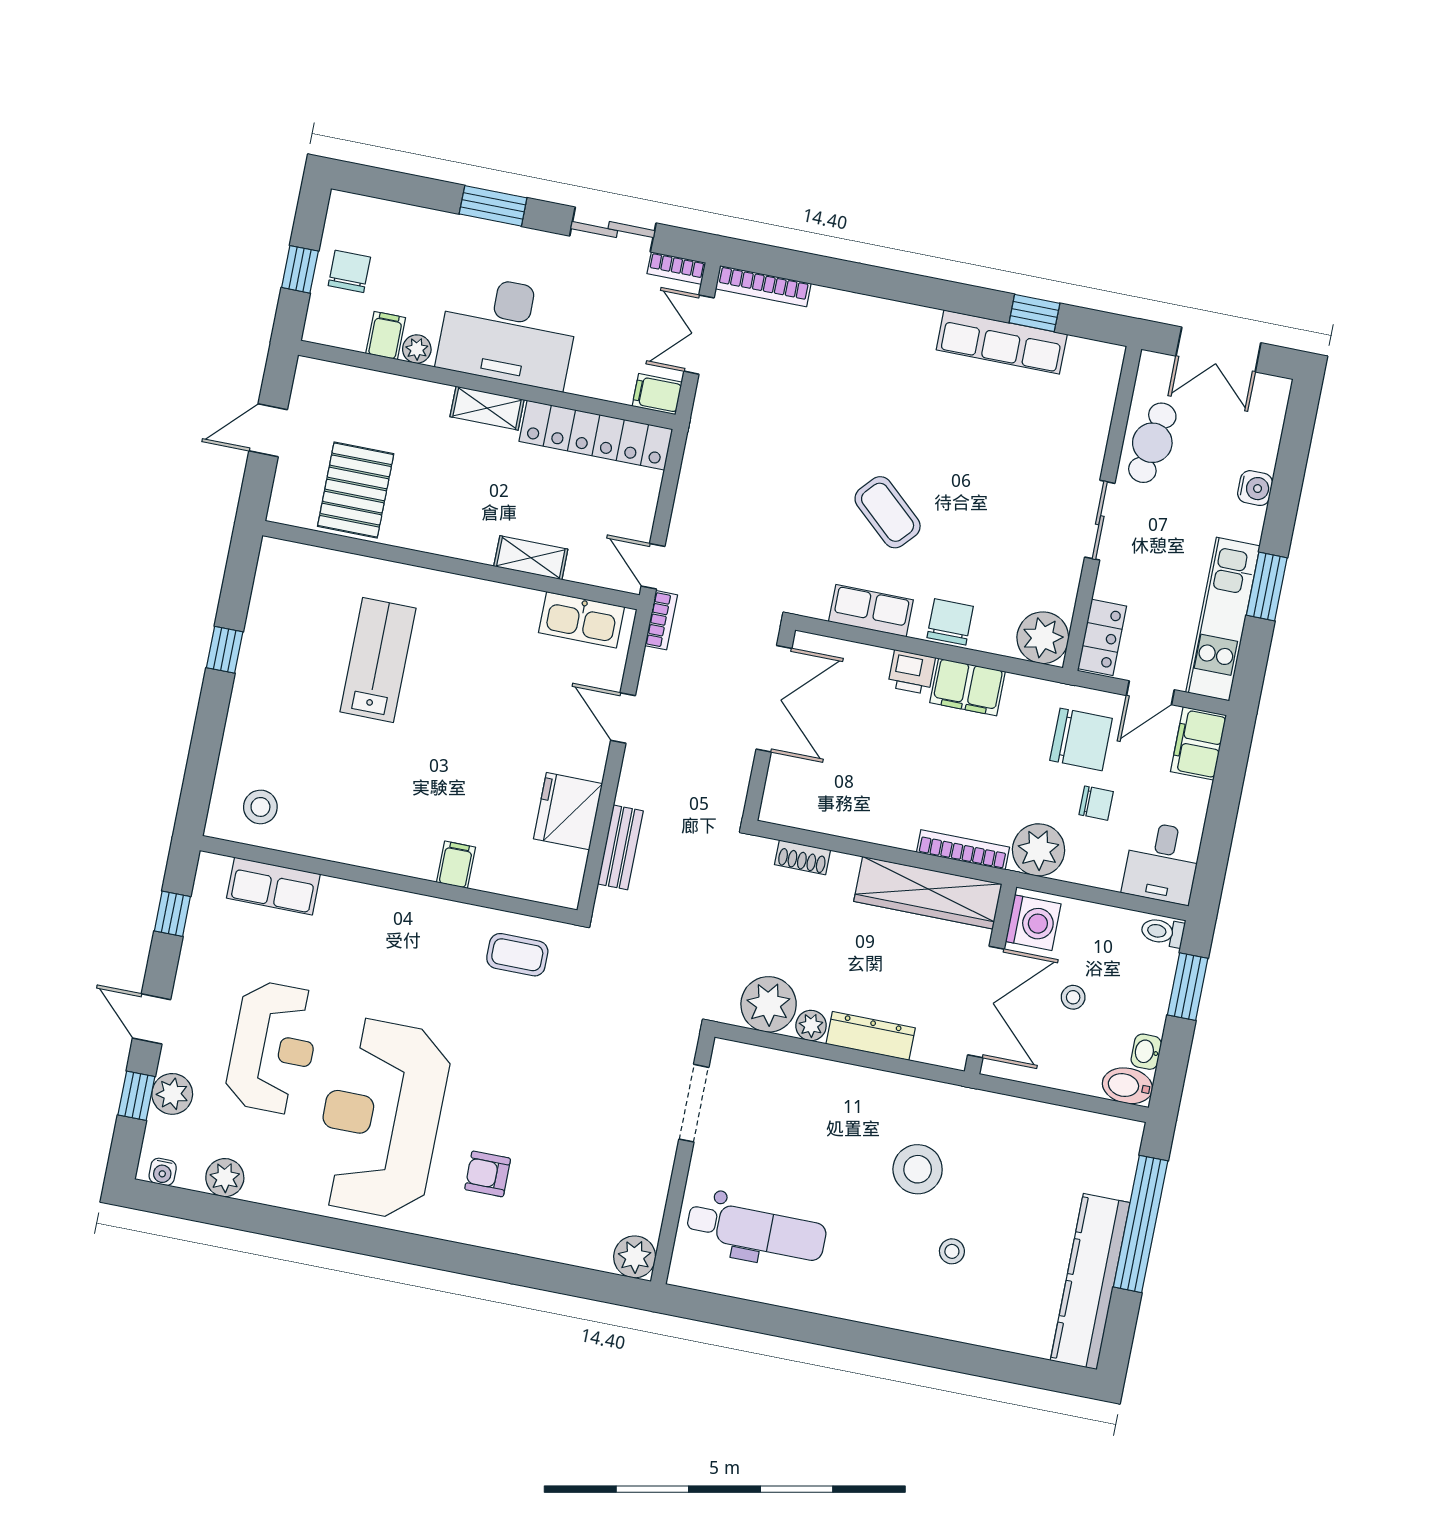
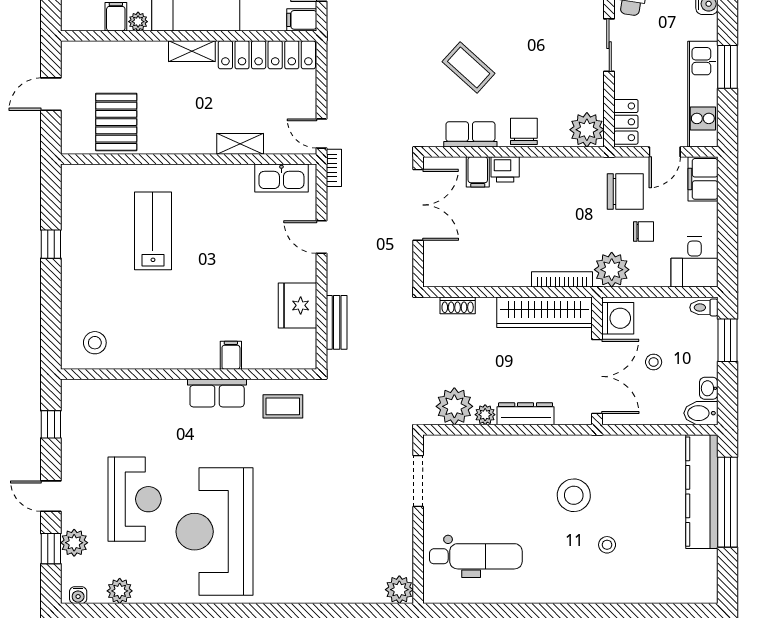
filing cabinet: (968, 687) -> (478, 172), moved, width x0.50
row of seats: (273, 886) -> (217, 393), moved
armchair: (488, 1174) -> (292, 554), removed
kitchen counter: (1090, 1282) -> (702, 492), moved

